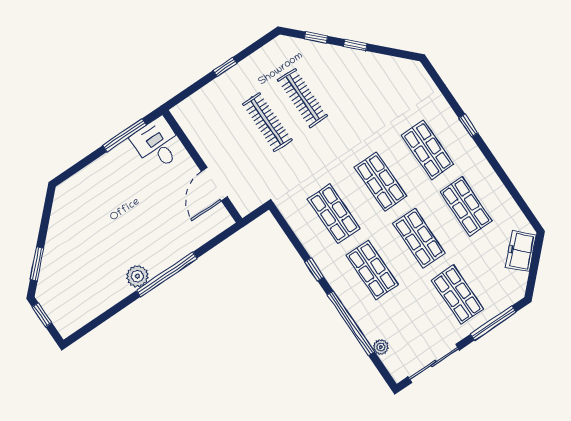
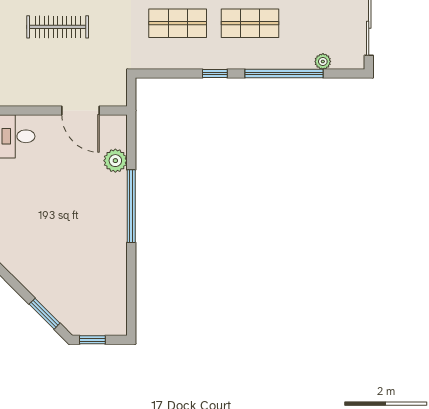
plant: (137, 276) -> (115, 161), moved

